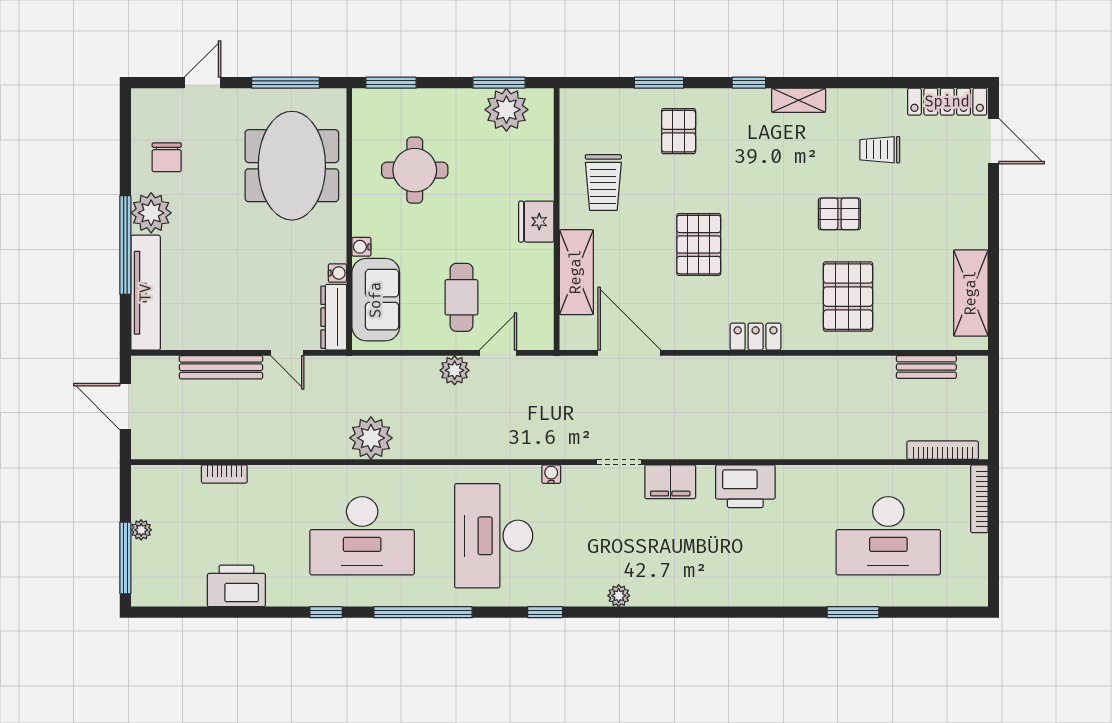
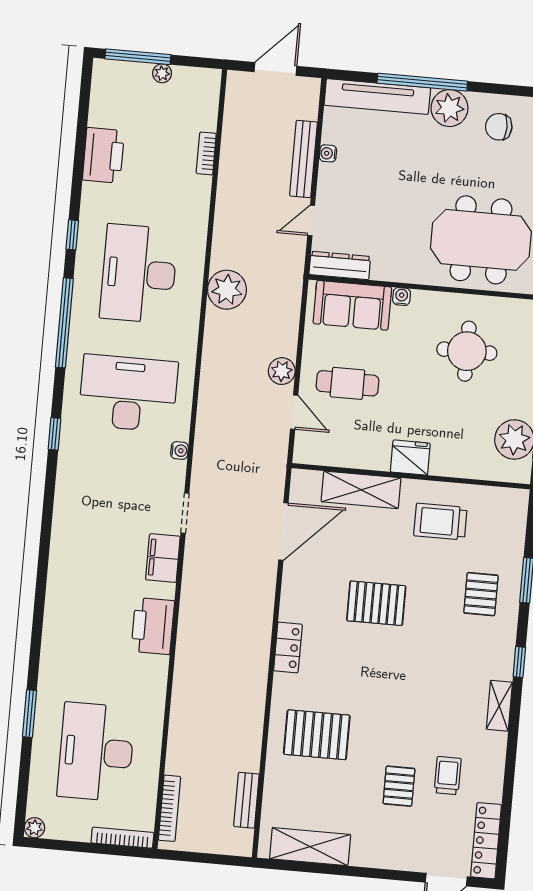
pallet: (679, 131) -> (481, 594), turned 90
pallet: (839, 214) -> (399, 786), moved
water cooler: (337, 273) -> (328, 153), moved, turned 90
plant: (619, 596) -> (34, 828), moved

